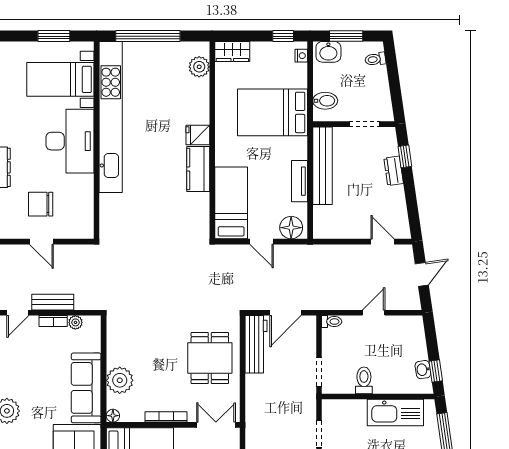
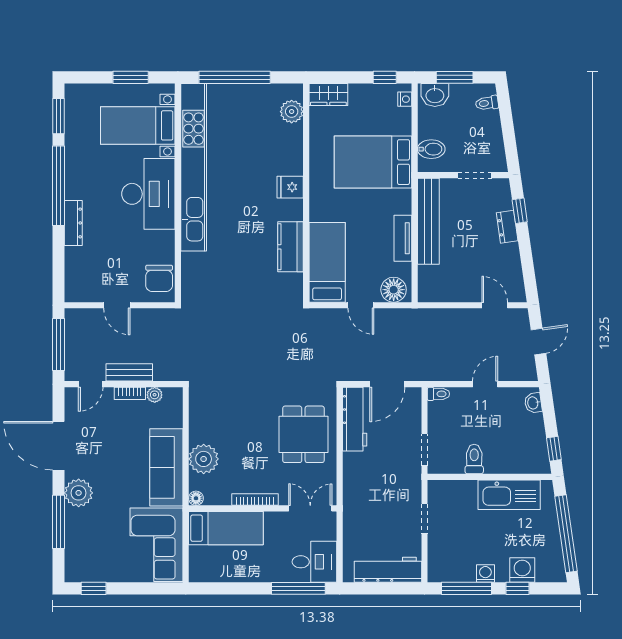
kitchen counter: (198, 169) -> (291, 247), moved
chair: (41, 204) -> (159, 278), moved, turned -90
washbasin: (423, 370) -> (533, 403), moved

